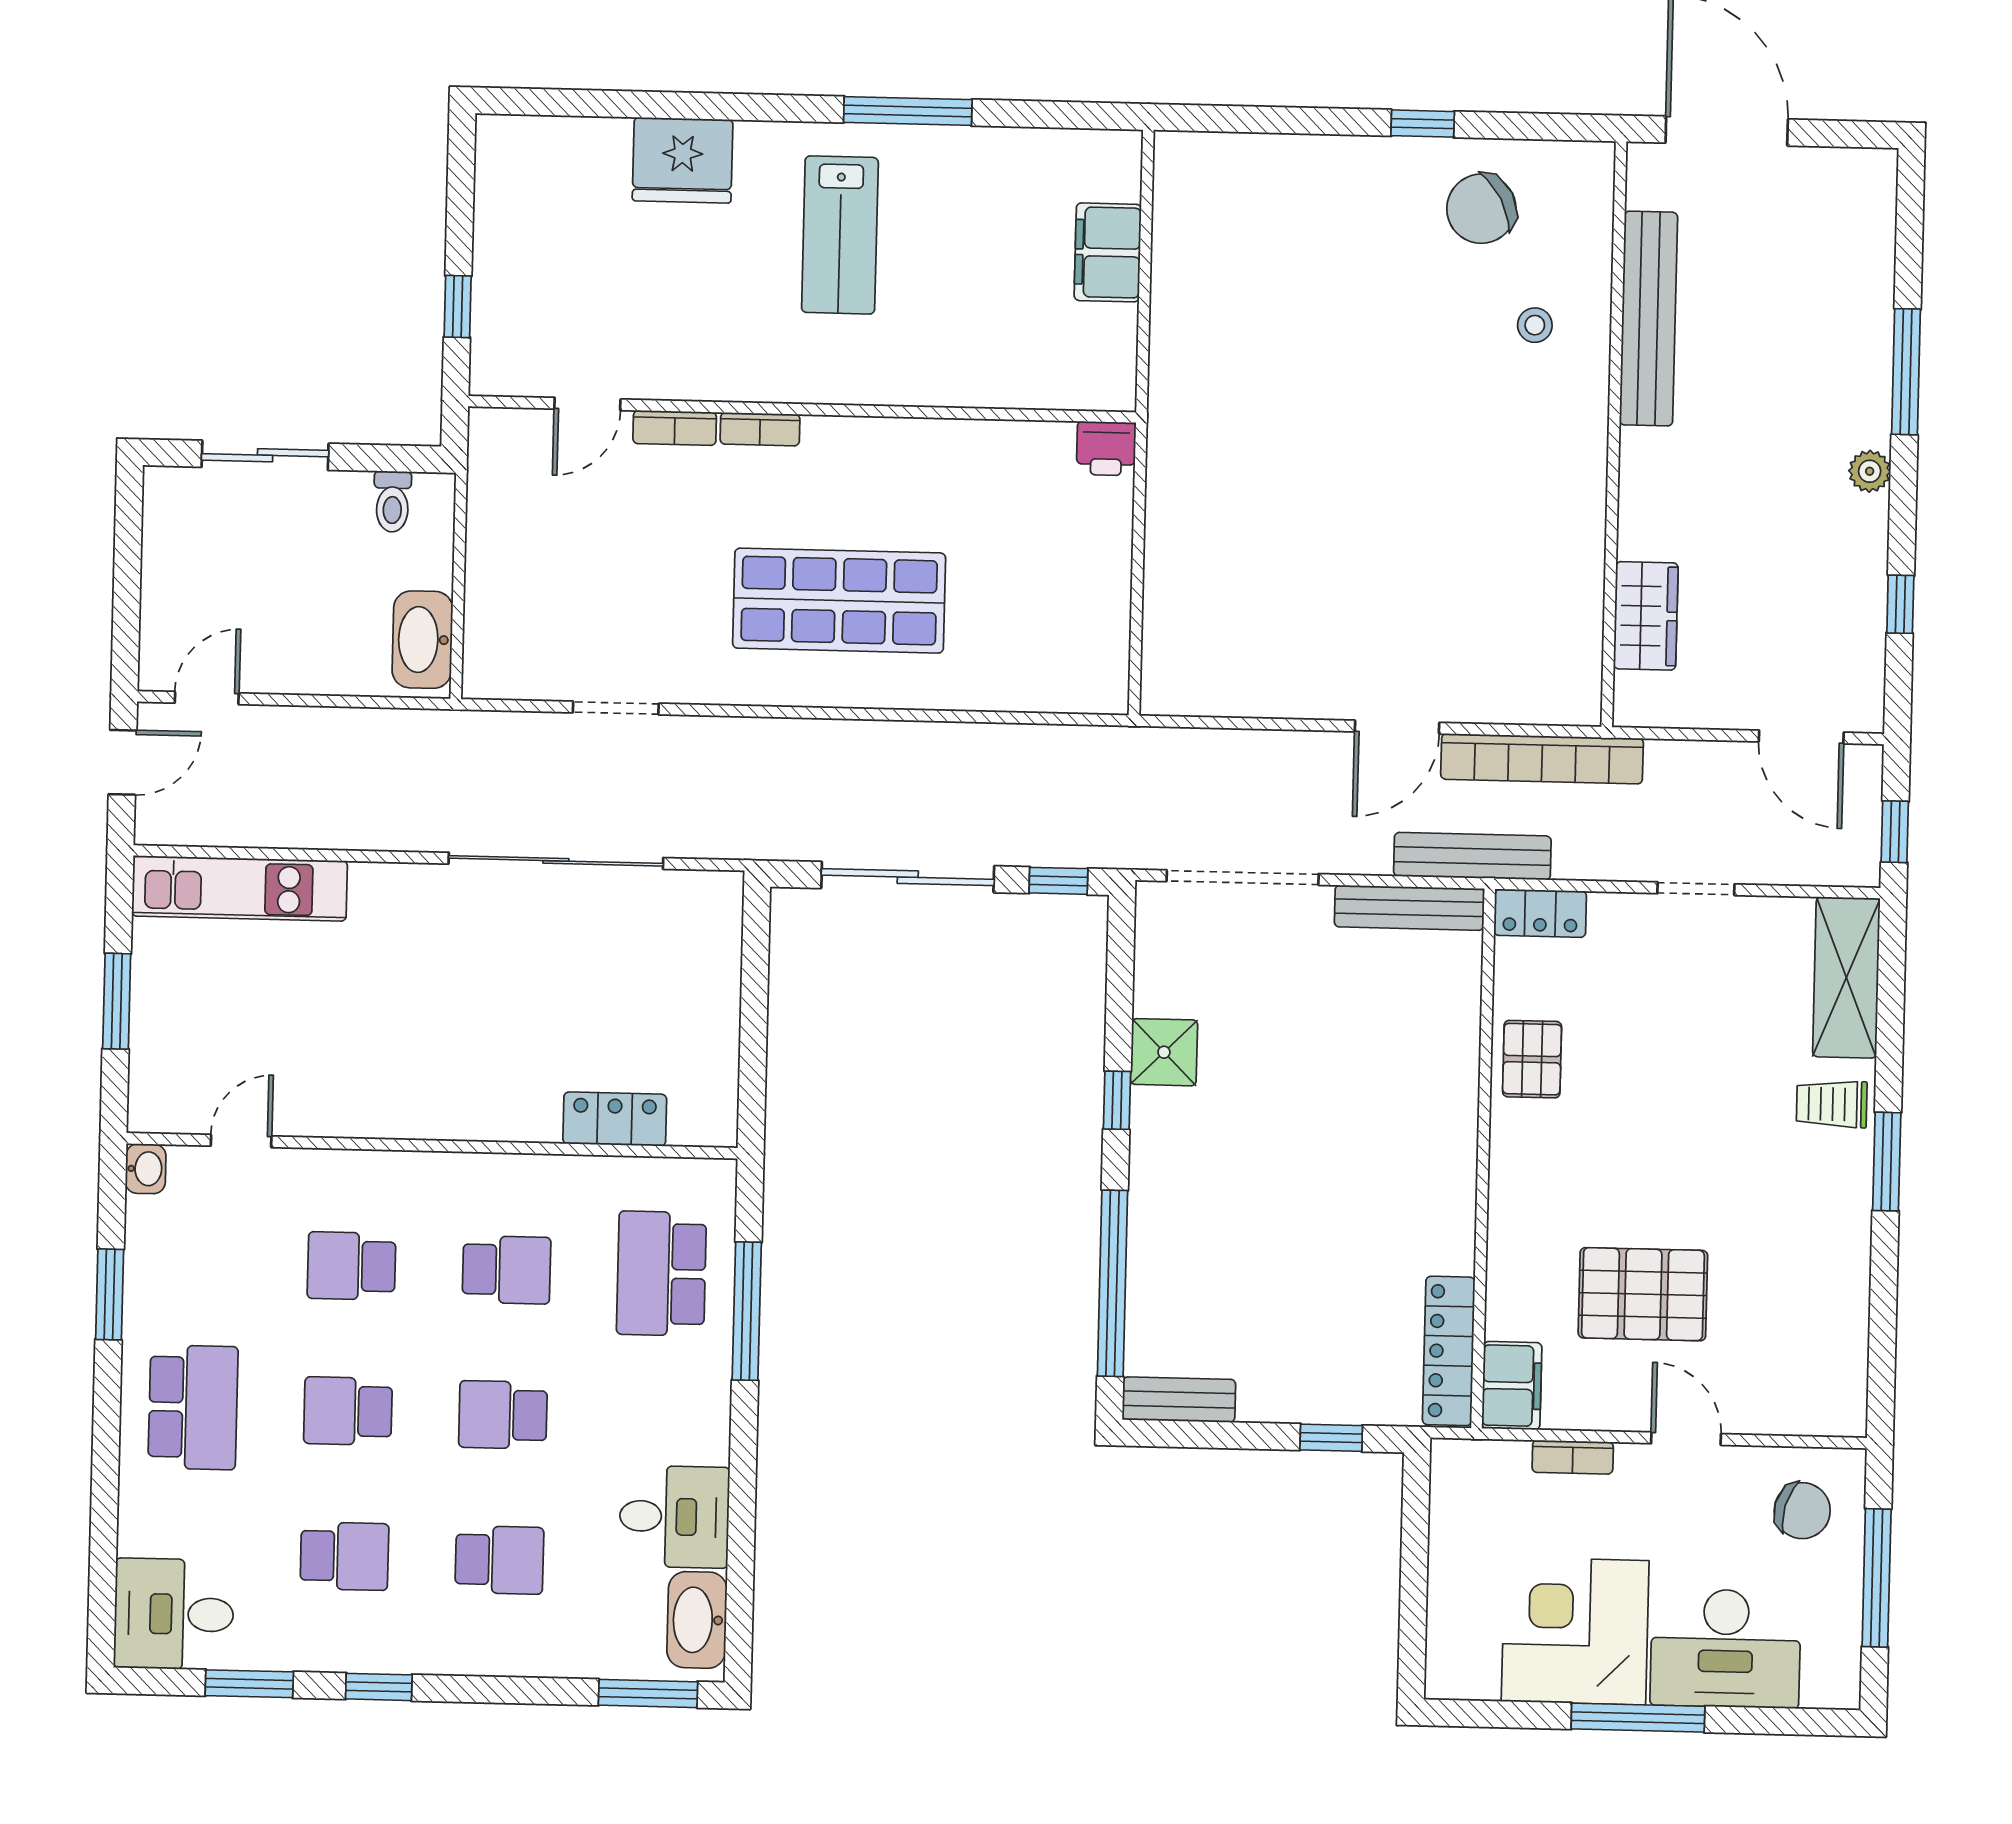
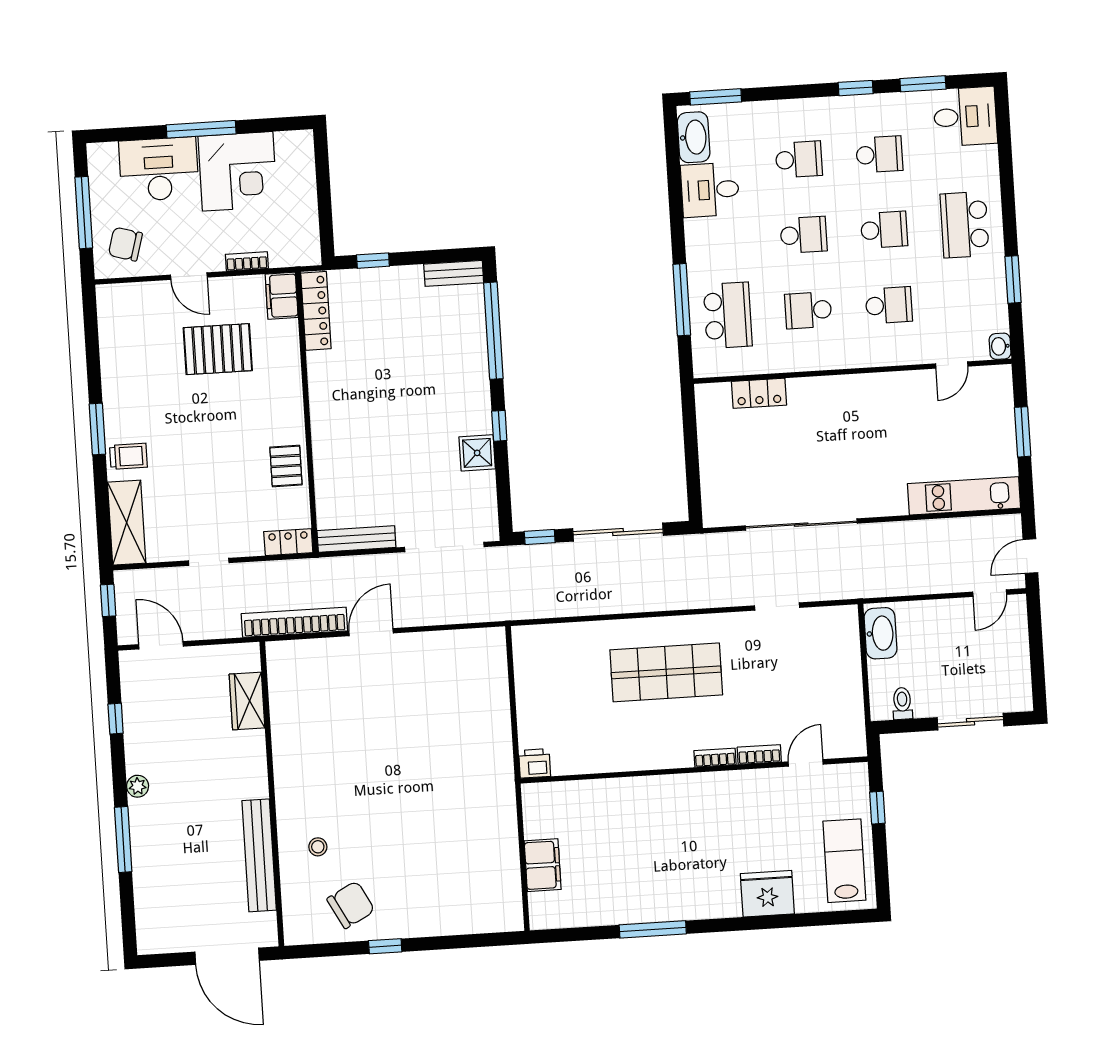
lab bench: (840, 235) -> (844, 861), moved
bench: (1472, 856) -> (326, 569), removed
school desk: (344, 1556) -> (879, 154), turned 180
school desk: (499, 1560) -> (799, 159), turned 180

